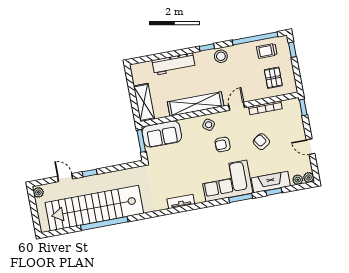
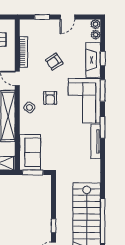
window: (303, 107) -> (42, 17), moved
tv unit: (181, 201) -> (96, 141), width x1.41
window: (202, 205) -> (103, 127), added

